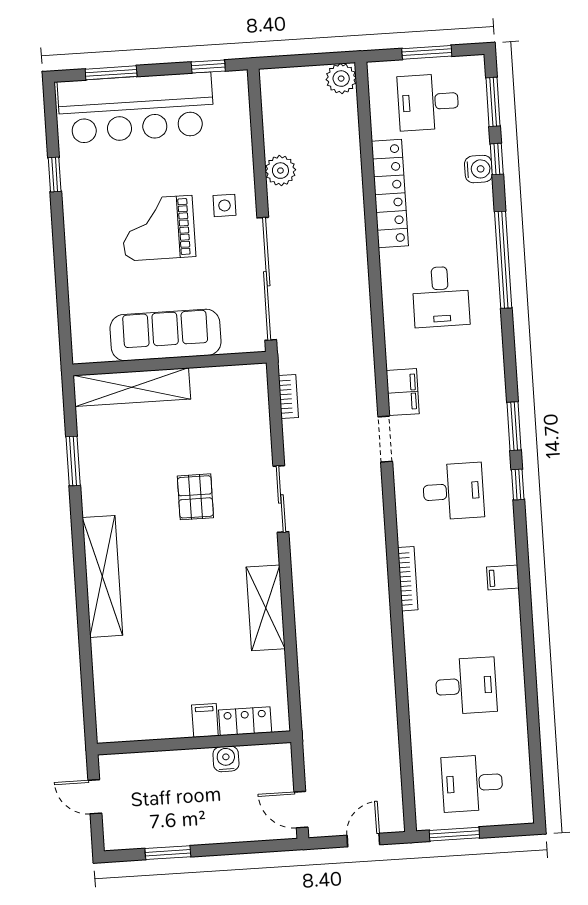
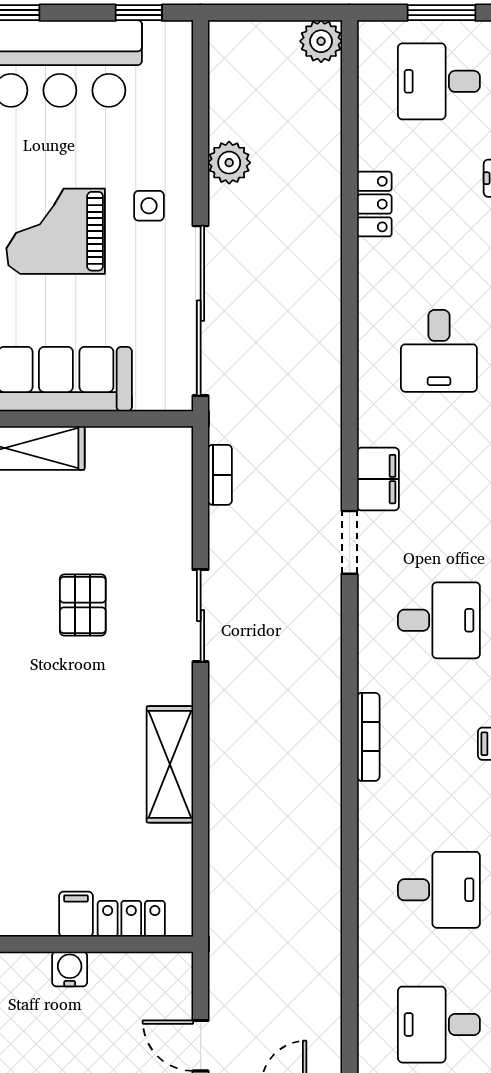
locker: (390, 194) -> (374, 204), width x0.46, depth x0.83
water cooler: (226, 759) -> (70, 969), moved

